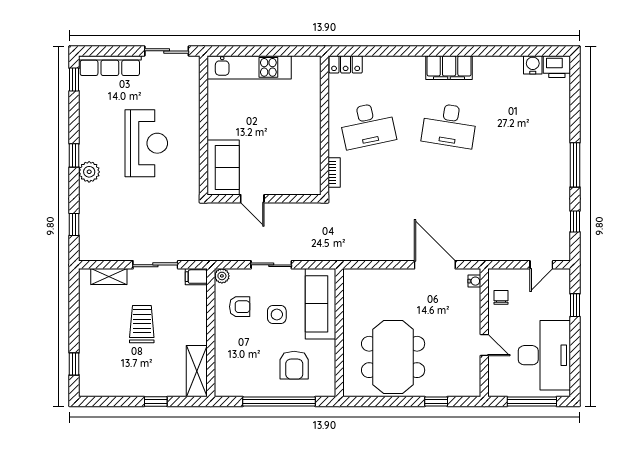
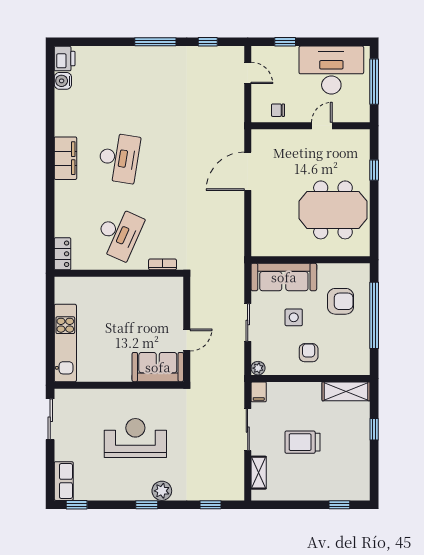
row of seats: (110, 66) -> (64, 481), width x0.68
desk: (367, 125) -> (119, 234), turned 36
water cooler: (474, 281) -> (263, 135), removed
armchair: (240, 307) -> (309, 353), moved

